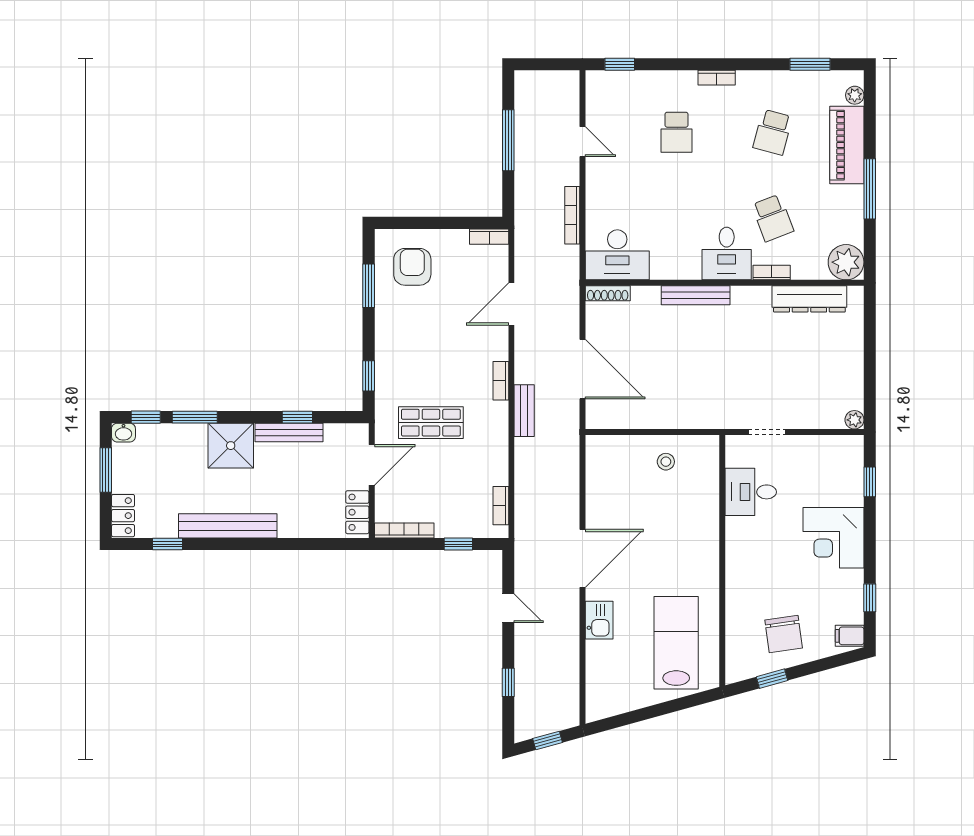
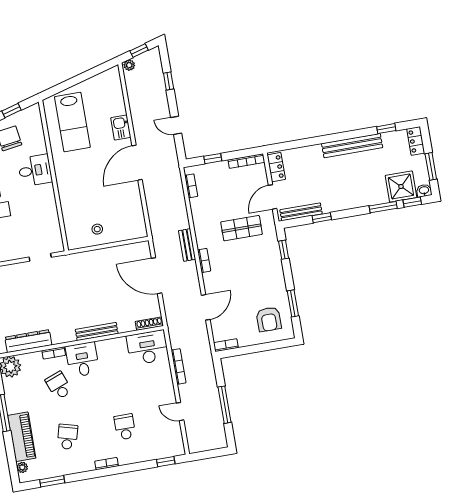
bench: (289, 433) -> (301, 212), moved
shower: (231, 446) -> (401, 186), moved
desk: (751, 492) -> (35, 170), moved
plant: (568, 719) -> (129, 65), added

